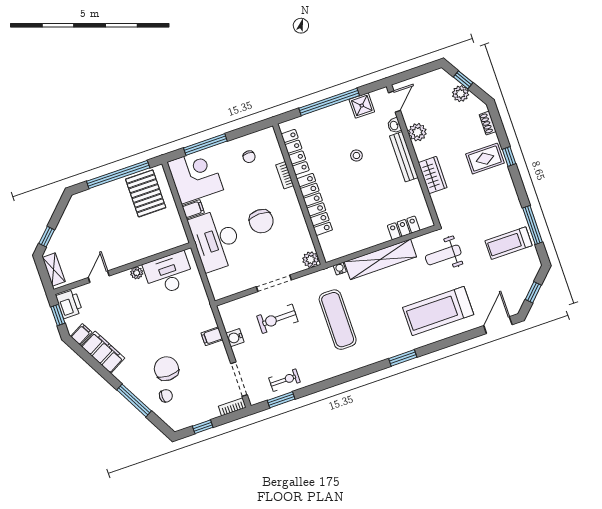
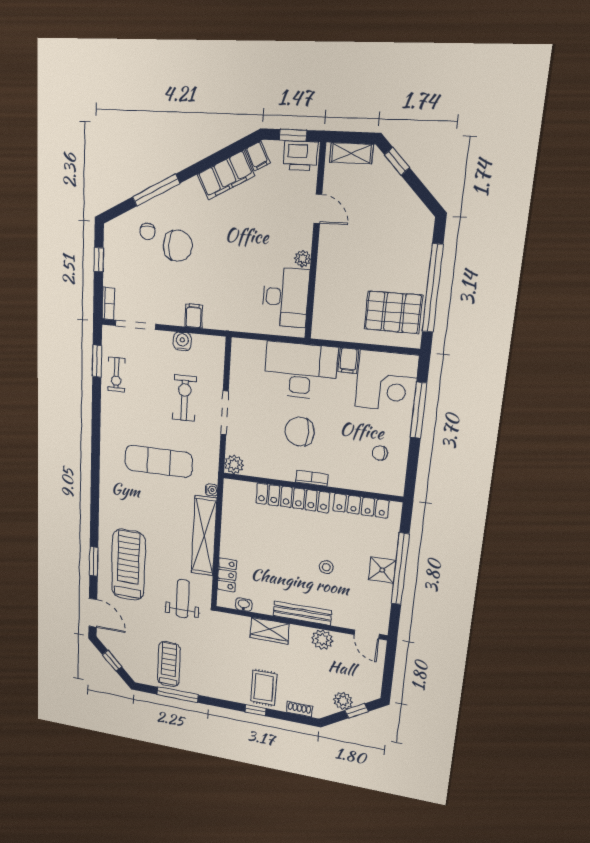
shower: (362, 106) -> (382, 570), moved
washbasin: (394, 125) -> (244, 605), moved
bookcase: (285, 175) -> (312, 478), moved
window: (403, 358) -> (94, 561), moved

